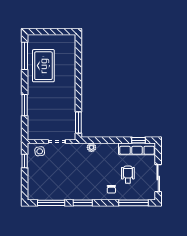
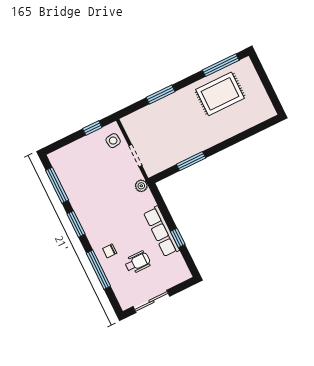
window: (78, 122) -> (191, 161), moved
window: (139, 140) -> (178, 238), moved
plant: (91, 147) -> (141, 186), moved
row of seats: (137, 149) -> (161, 231), moved
window: (133, 203) -> (98, 270), moved

